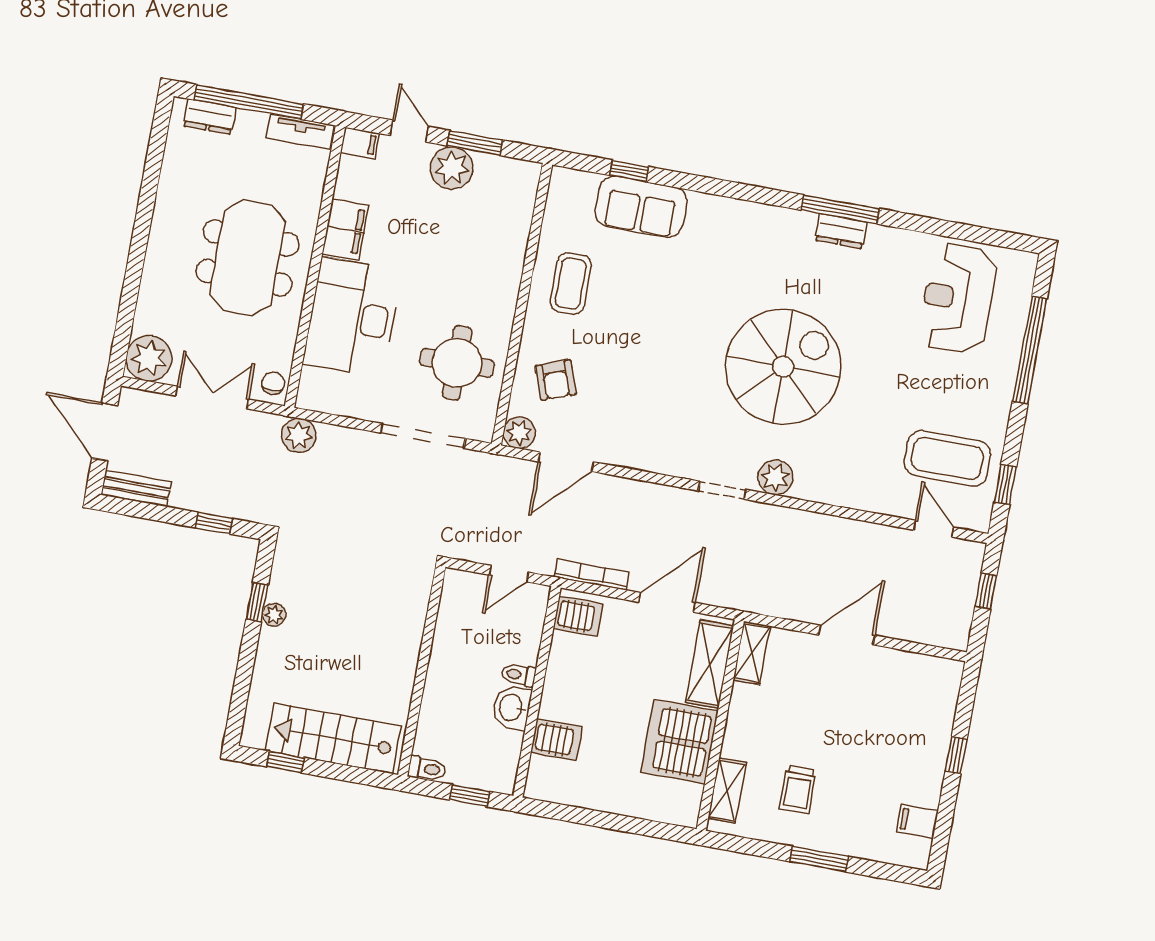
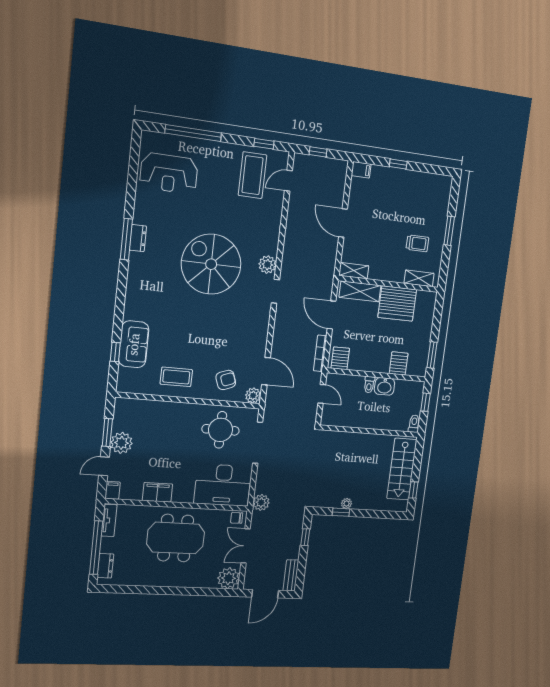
desk: (352, 317) -> (223, 485), moved
window: (568, 813) -> (432, 355), added
filing cabinet: (917, 821) -> (361, 170), moved, turned -90

